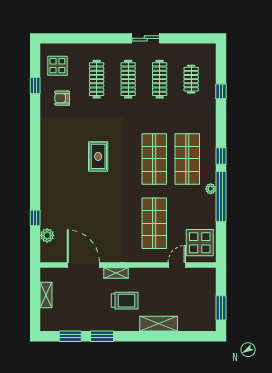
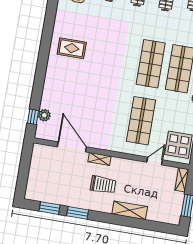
rug: (98, 156) -> (72, 48), moved, turned 90
window: (35, 218) -> (33, 117), moved
shelving: (46, 295) -> (182, 180), moved

